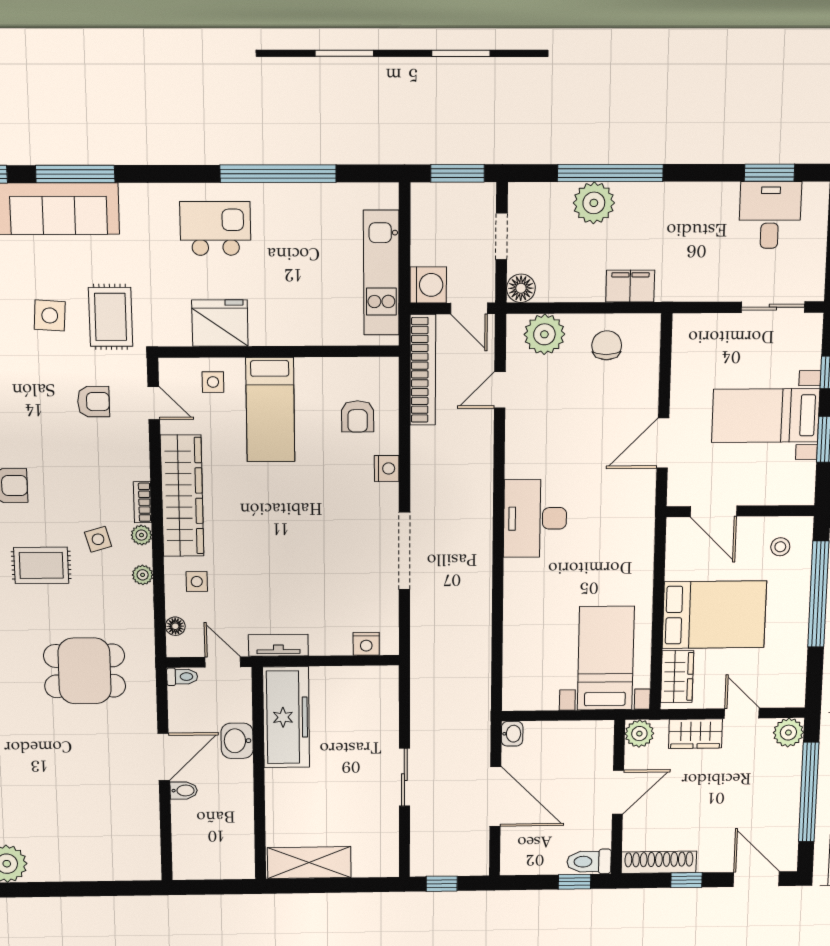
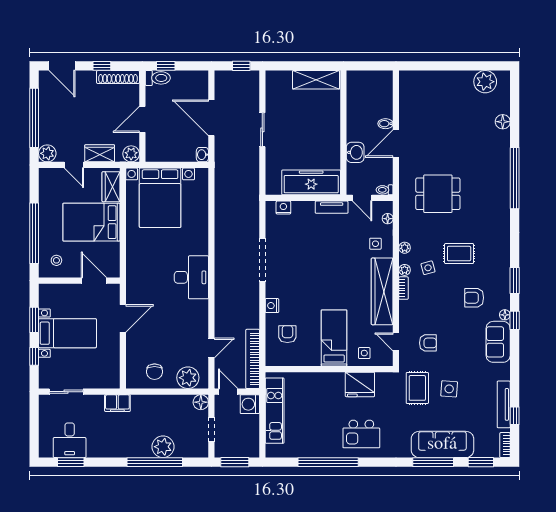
filing cabinet: (630, 286) -> (117, 403), moved
armchair: (94, 402) -> (428, 343), turned 180
bed with nightstands: (606, 658) -> (160, 198), width x1.36
freezer: (286, 717) -> (311, 182), moved, turned 90

